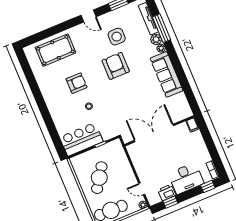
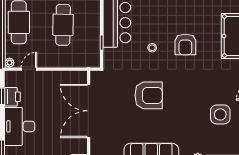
armchair: (116, 66) -> (149, 95), moved
double door: (154, 133) -> (89, 111), swing flipped
cafe table: (99, 178) -> (63, 25), turned 57

